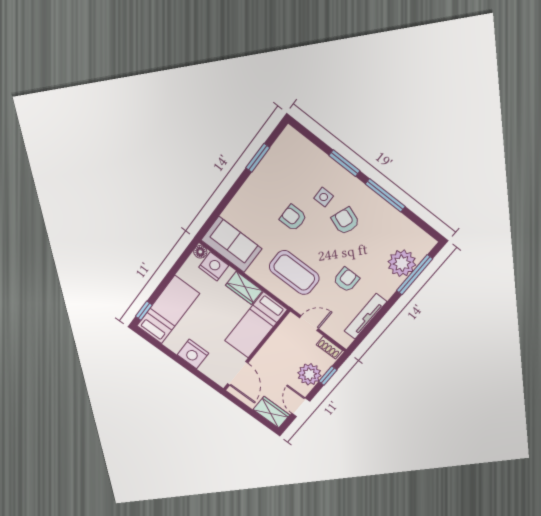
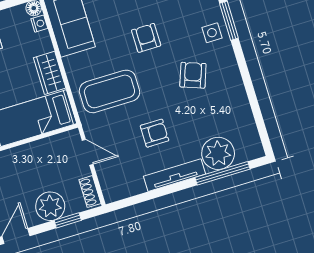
window: (385, 195) -> (246, 77), removed
side table: (324, 197) -> (212, 33), moved
nightstand: (214, 266) -> (39, 24), width x0.53, depth x0.56
coffee table: (294, 273) -> (109, 91), turned 90
tv unit: (366, 316) -> (175, 175), moved

